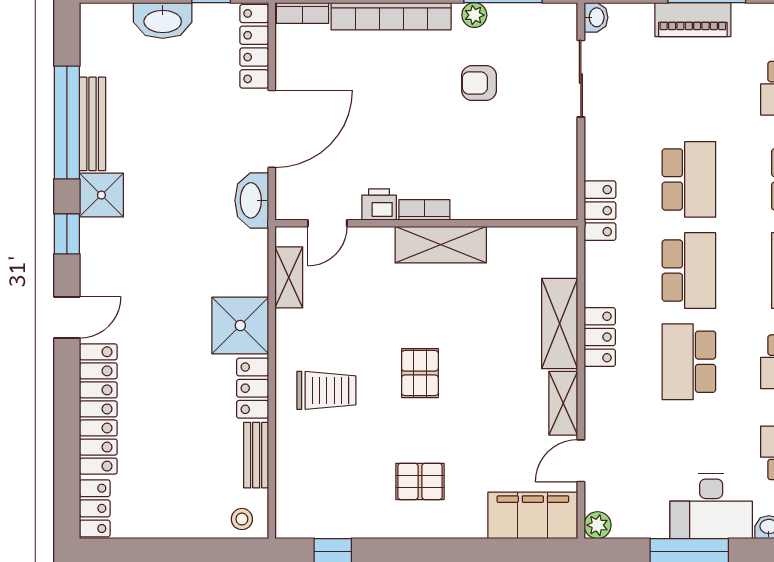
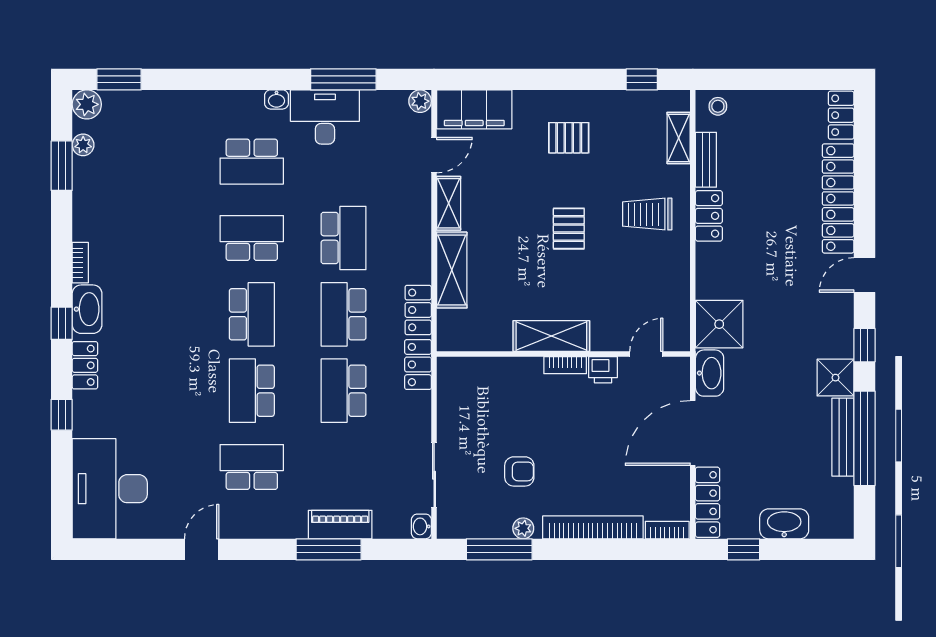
shelving: (289, 277) -> (679, 138), moved
shower: (240, 326) -> (719, 324), moved
locker: (600, 337) -> (418, 310), moved

